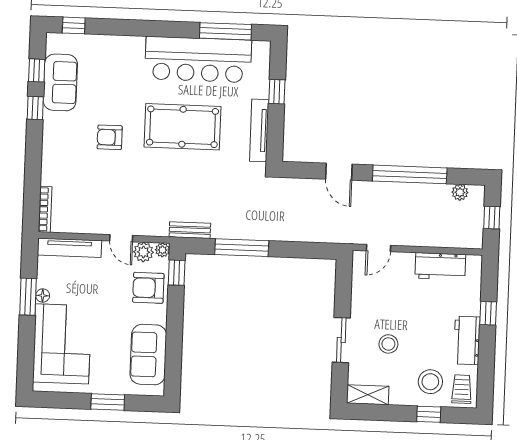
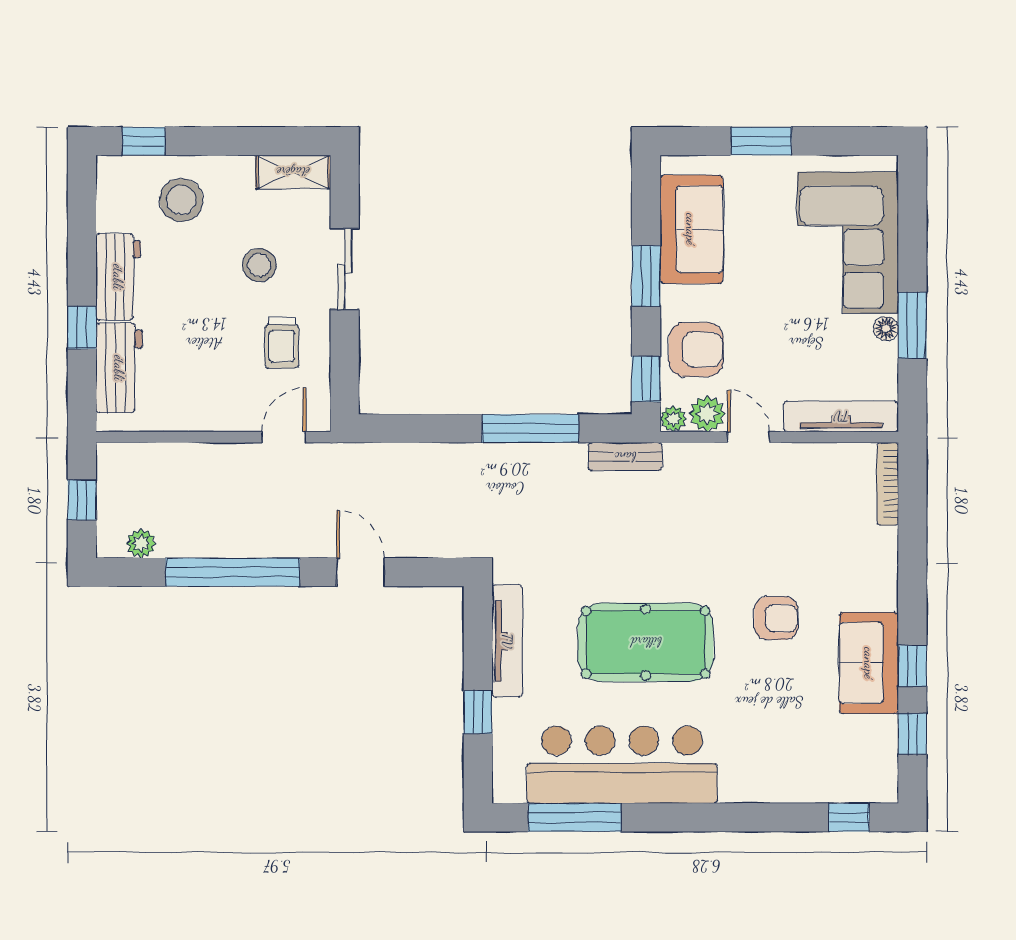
sofa: (60, 82) -> (869, 663), moved
workbench: (440, 266) -> (119, 368), moved, turned 90
window: (174, 330) -> (646, 276), added
trolley: (462, 389) -> (282, 343), moved
window: (429, 414) -> (144, 141), moved

